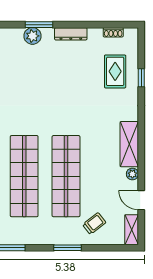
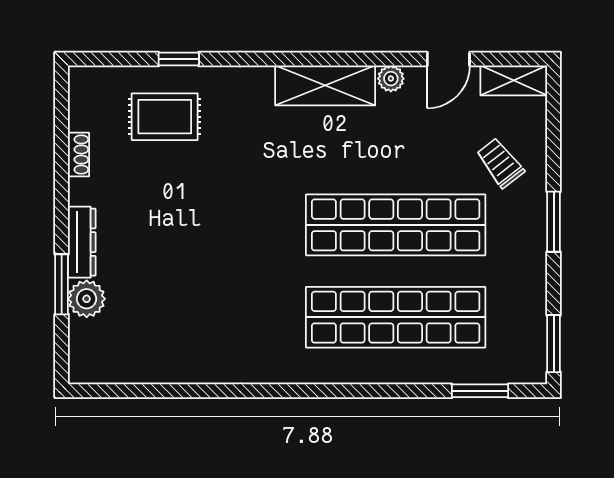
shoe rack: (113, 32) -> (79, 154), moved
dresser: (71, 34) -> (82, 242), moved

